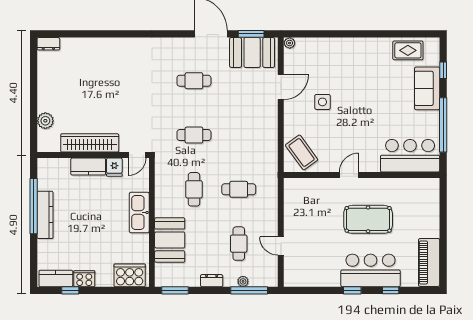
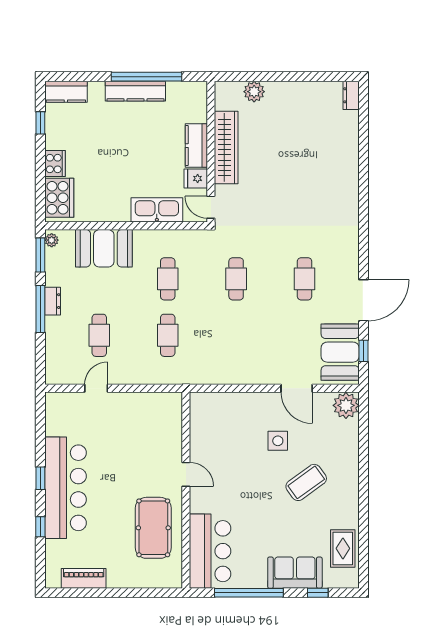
window: (251, 34) -> (364, 351), width x0.67
plant: (290, 43) -> (346, 405), width x1.87, depth x1.87
coffee table: (302, 152) -> (306, 482), moved
cafe table: (194, 189) -> (168, 279), turned 90
kitchen sink: (139, 212) -> (157, 210), moved
pool table: (368, 219) -> (153, 528), moved
cafe table: (239, 244) -> (99, 335), turned 90
piano: (429, 262) -> (84, 578), width x0.73, depth x0.75
bar counter: (371, 270) -> (65, 488), width x1.36
kitchen counter: (56, 278) -> (66, 92), moved, turned 90
cooker: (84, 279) -> (55, 164), moved
plant: (243, 281) -> (52, 240), moved
window: (249, 290) -> (40, 309), moved

